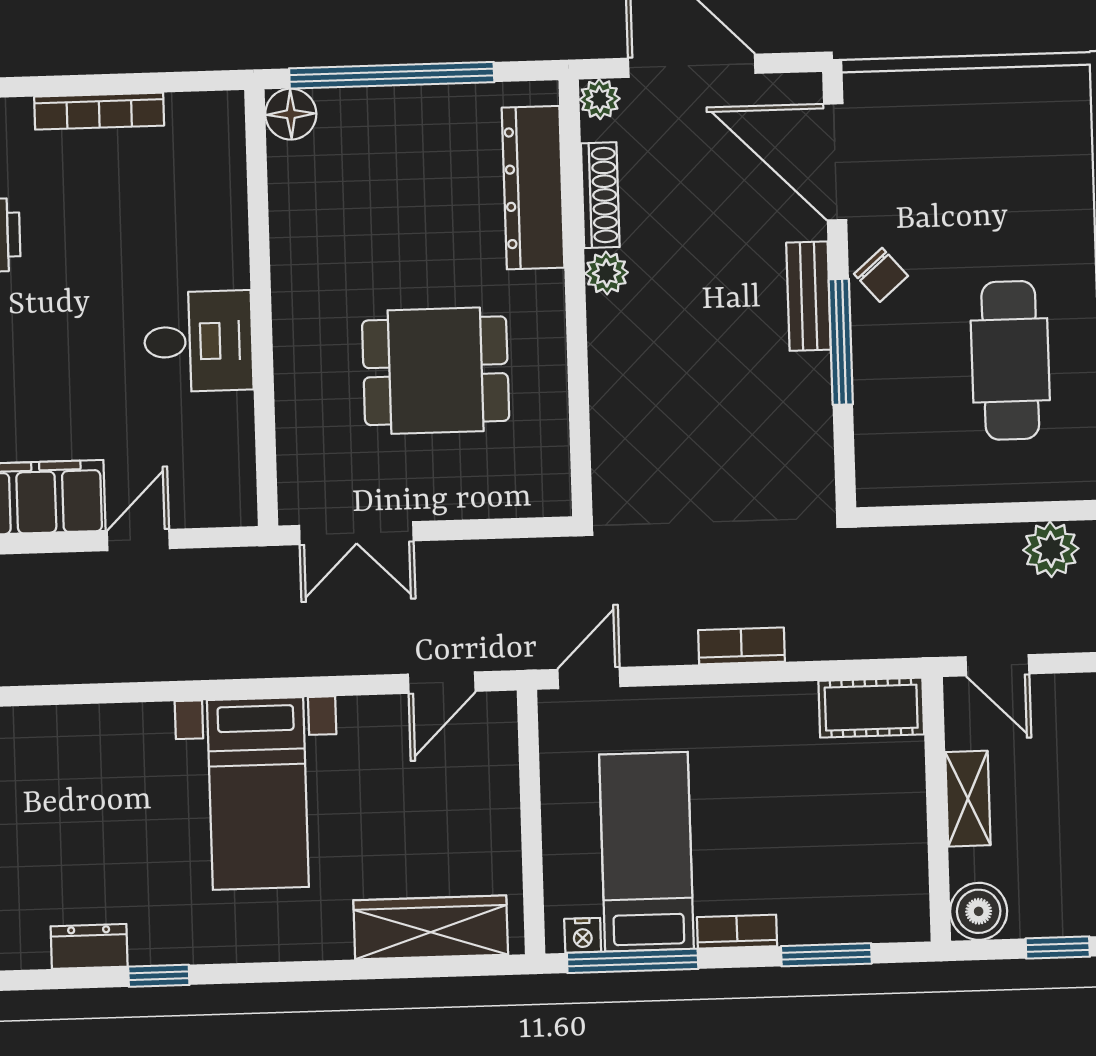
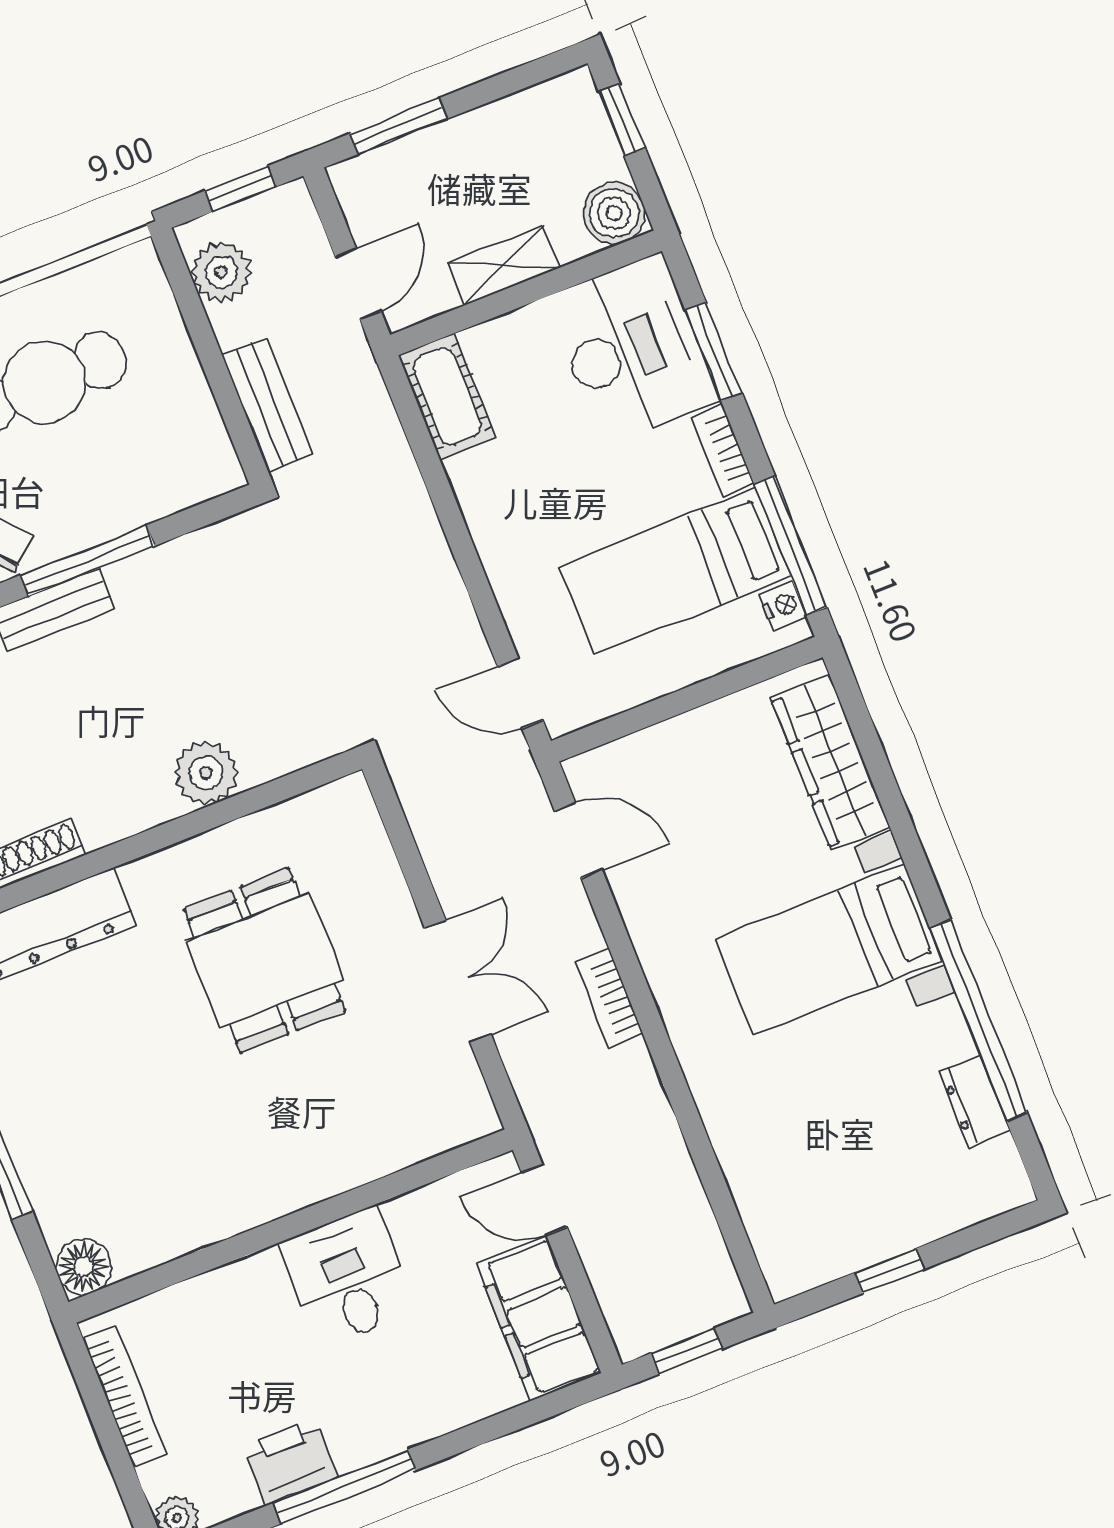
floor lamp: (291, 114) -> (84, 1267), moved
plant: (607, 273) -> (206, 773), moved, width x1.38, depth x1.38
wall: (261, 308) -> (291, 1226), moved
desk: (198, 341) -> (348, 1277), moved
bench: (921, 548) -> (267, 405), added
bookcase: (741, 646) -> (609, 998), moved
bed with nightstands: (258, 794) -> (829, 949), moved, turned 180
desk: (854, 885) -> (633, 349), added
window: (159, 976) -> (978, 1020), width x3.17

